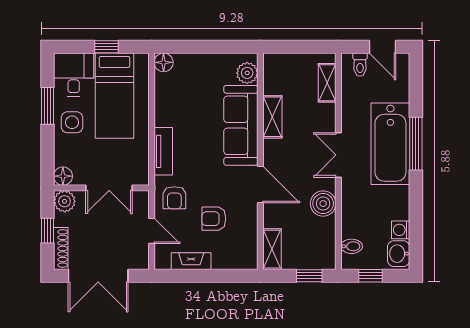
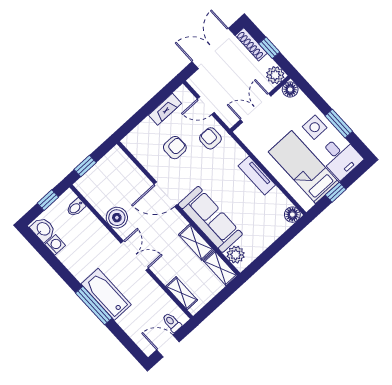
bathtub: (390, 144) -> (106, 294), width x0.73, depth x0.73
tv unit: (163, 151) -> (257, 175), moved
shelving: (272, 249) -> (220, 268), moved

